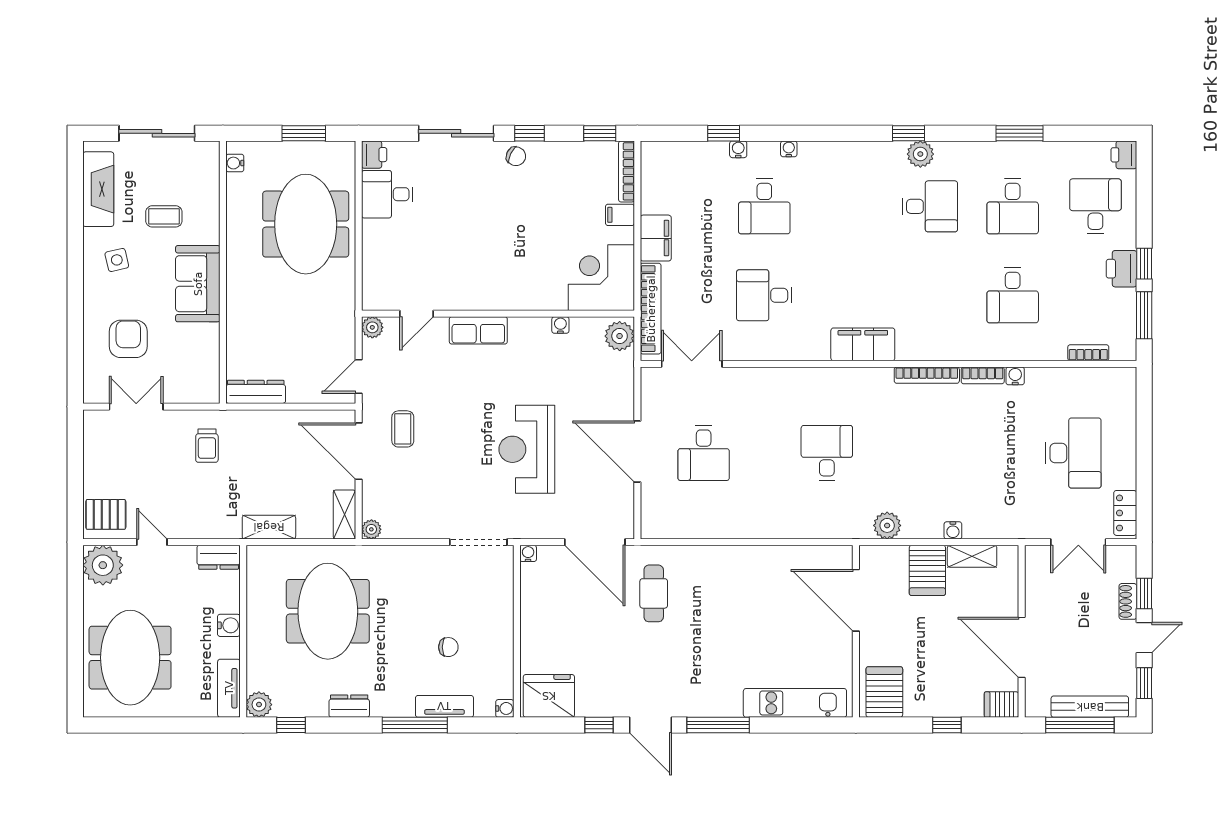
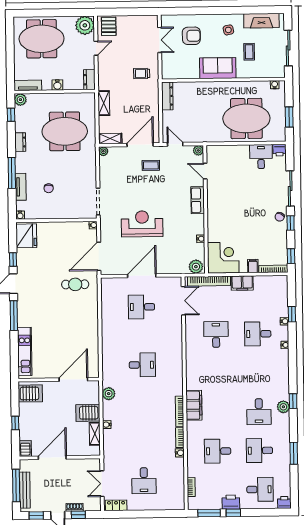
filing cabinet: (863, 344) -> (194, 405), moved
desk: (1073, 453) -> (144, 481), width x0.73

